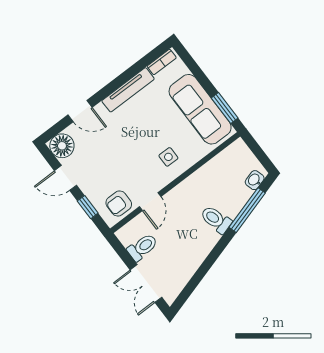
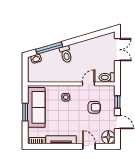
window: (225, 108) -> (25, 112), moved
armchair: (119, 204) -> (94, 107), moved
toilet: (142, 247) -> (107, 77), moved

